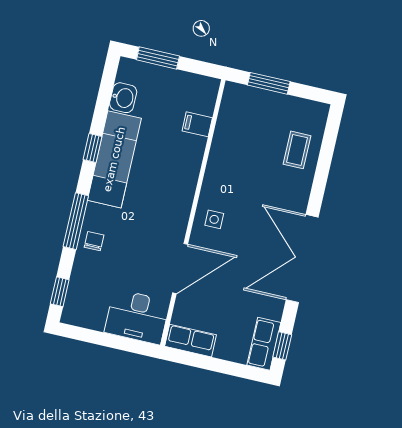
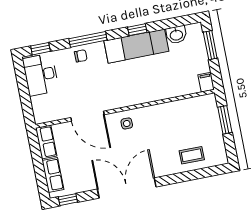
filing cabinet: (197, 124) -> (206, 82), moved
desk: (137, 317) -> (41, 75), moved
row of seats: (264, 344) -> (53, 175), moved, turned 90

